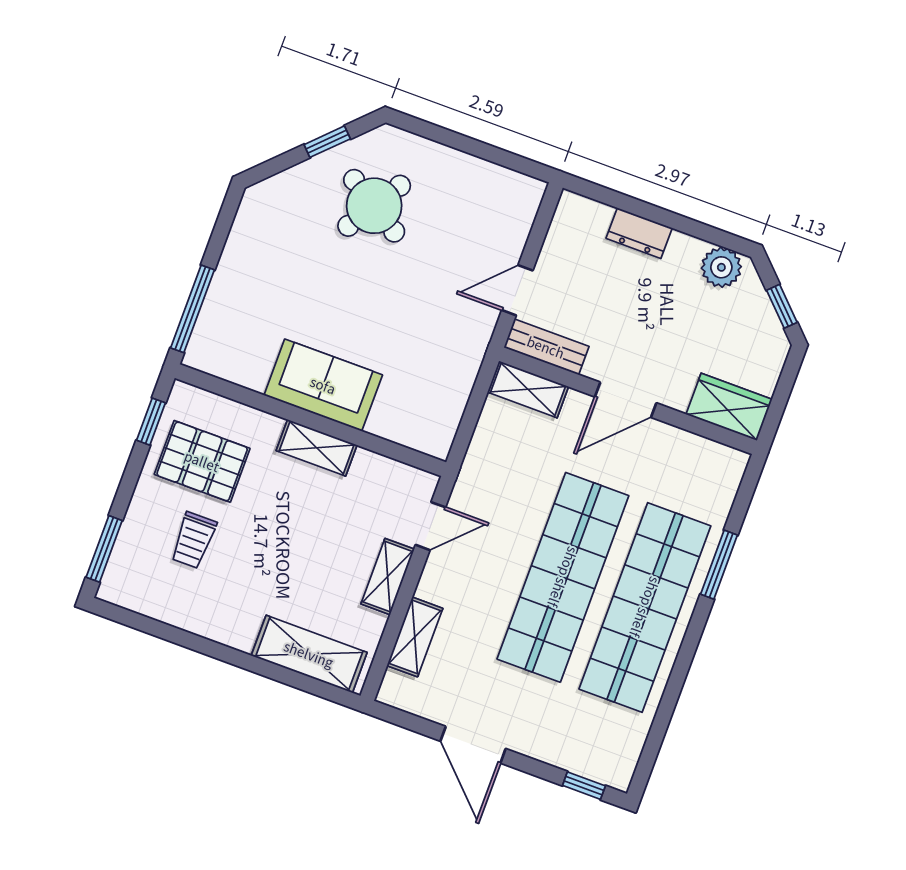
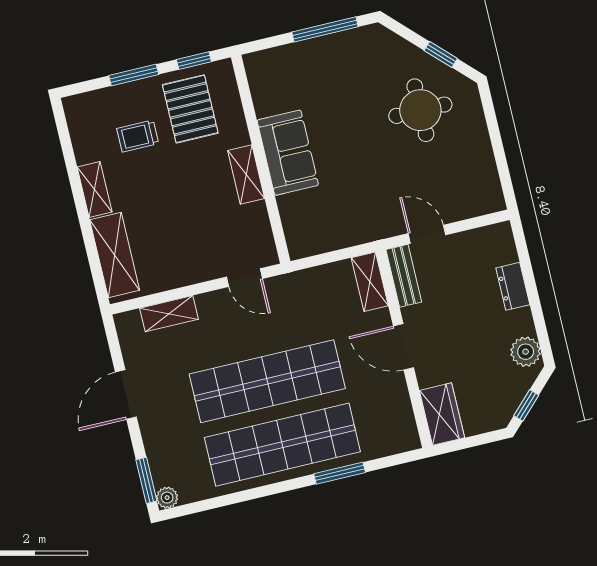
round table: (374, 206) -> (420, 110), turned -32
window: (193, 309) -> (325, 29), moved
window: (104, 549) -> (134, 75), moved
shelving: (388, 577) -> (95, 190), moved, turned 90
plant: (618, 775) -> (167, 498), added
window: (584, 786) -> (146, 480), width x1.50

